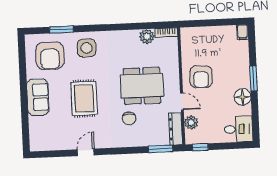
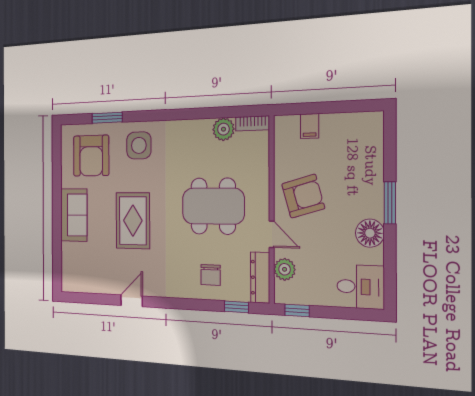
filing cabinet: (242, 32) -> (310, 126), moved
armchair: (201, 77) -> (303, 196), turned -108
chair: (129, 118) -> (211, 275), moved
window: (161, 149) -> (236, 307), width x0.67

